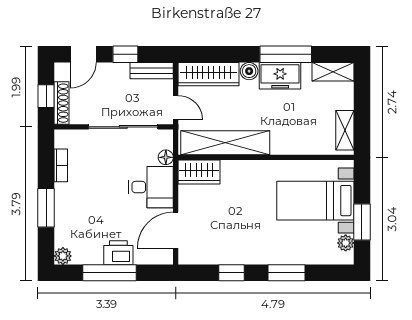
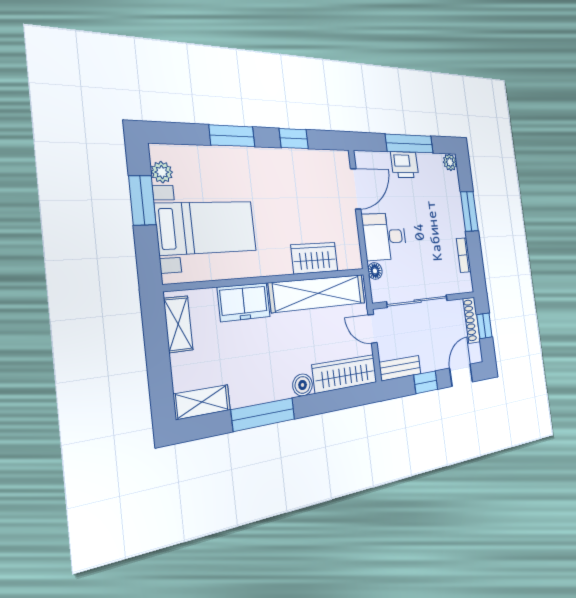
freezer: (280, 76) -> (244, 302), moved, turned 180
wardrobe: (199, 172) -> (315, 258), moved

